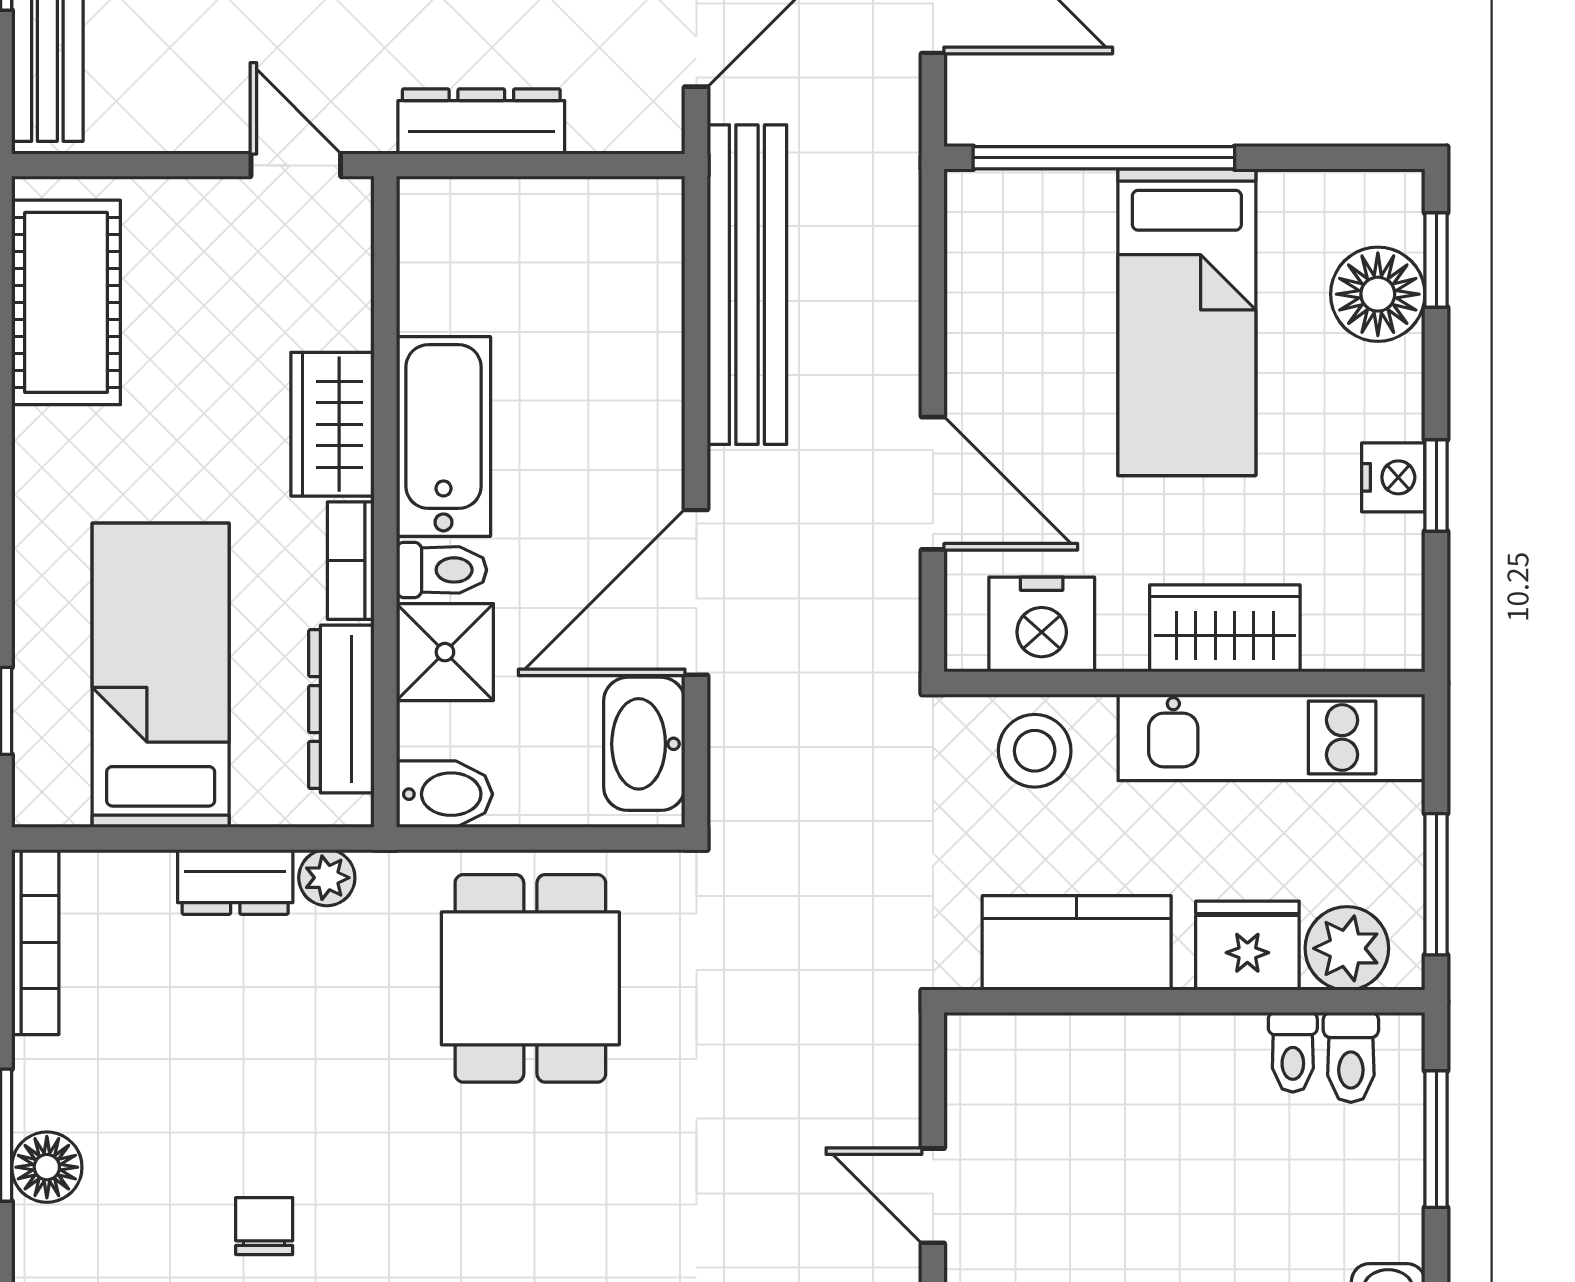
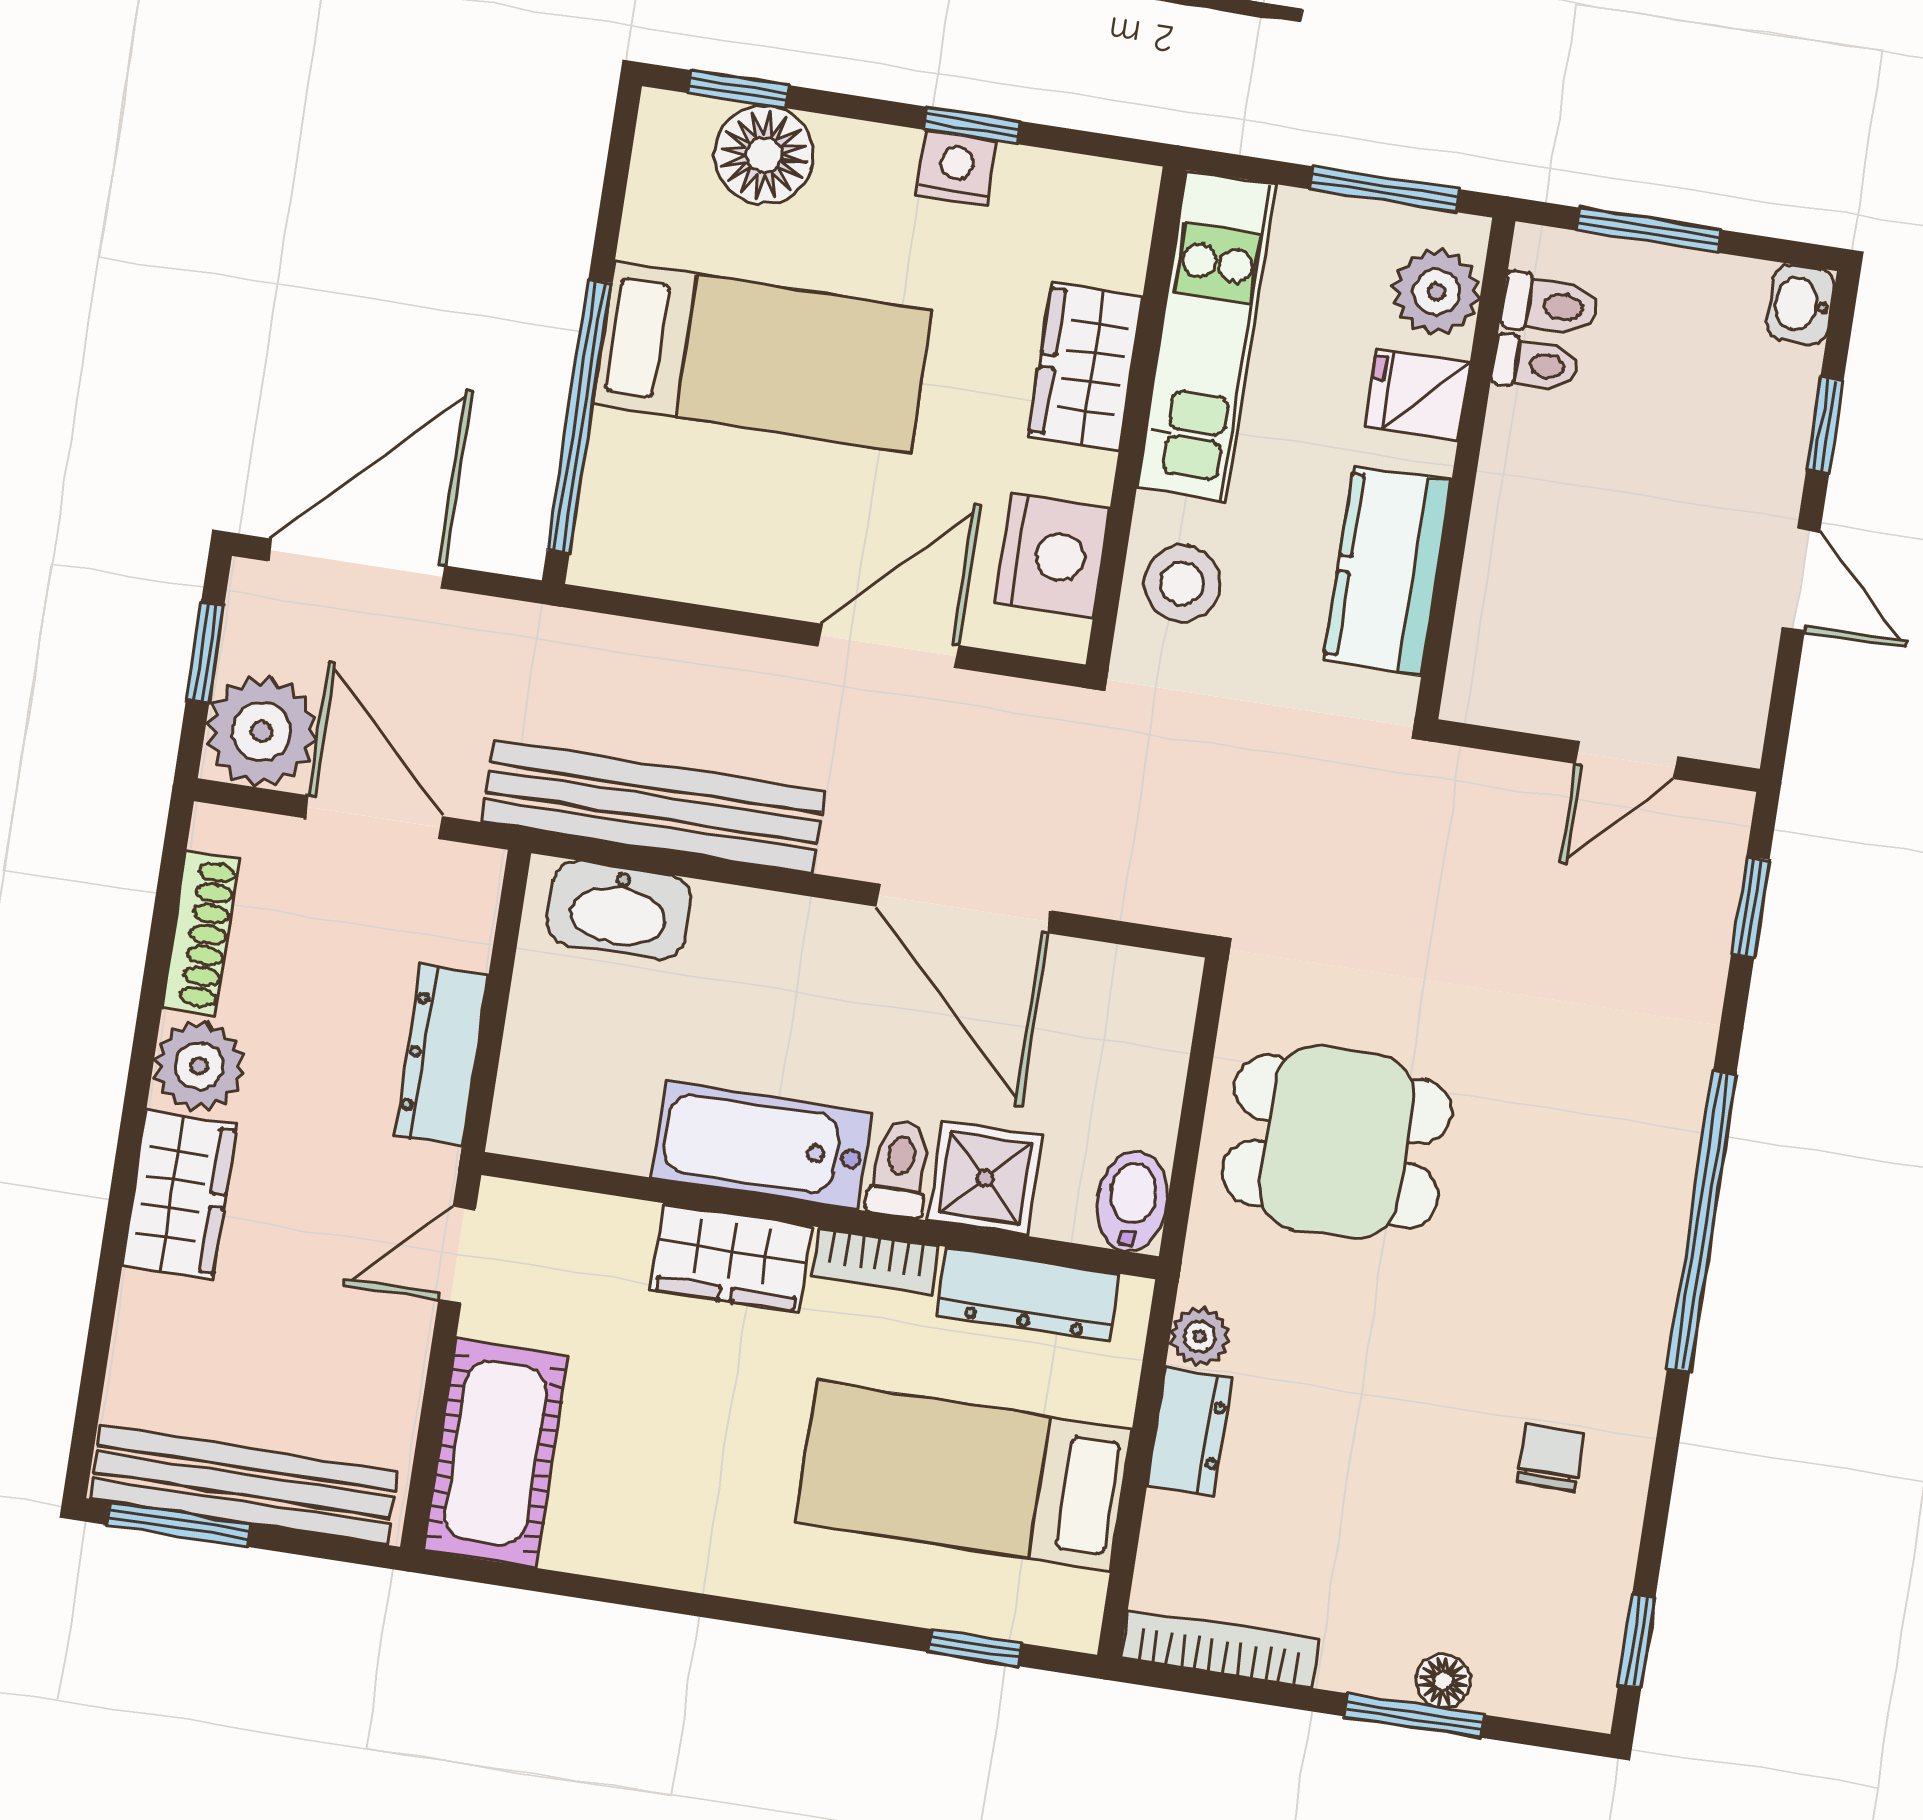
cot: (66, 302) -> (496, 1453), moved, turned 90
washbasin: (644, 744) -> (619, 910), moved
fridge: (1247, 946) -> (1418, 394), width x0.72
floor lamp: (47, 1167) -> (1443, 1681), width x0.73, depth x0.73
chair: (264, 1226) -> (1550, 1457), turned 90

